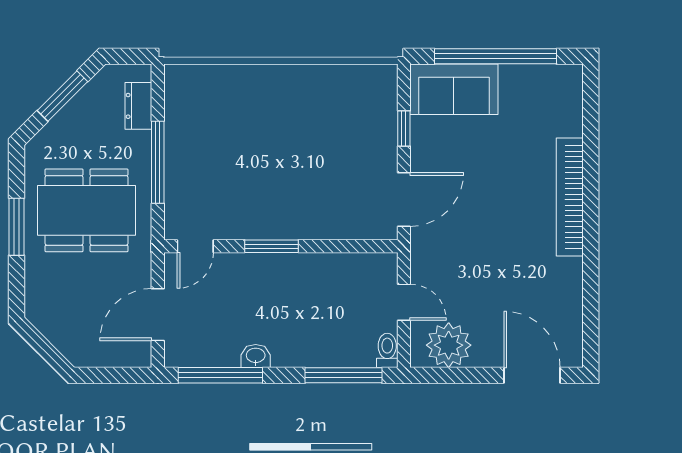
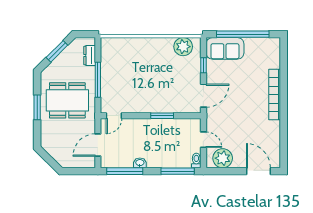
plant: (357, 85) -> (183, 47), added
window: (272, 246) -> (162, 116), moved

